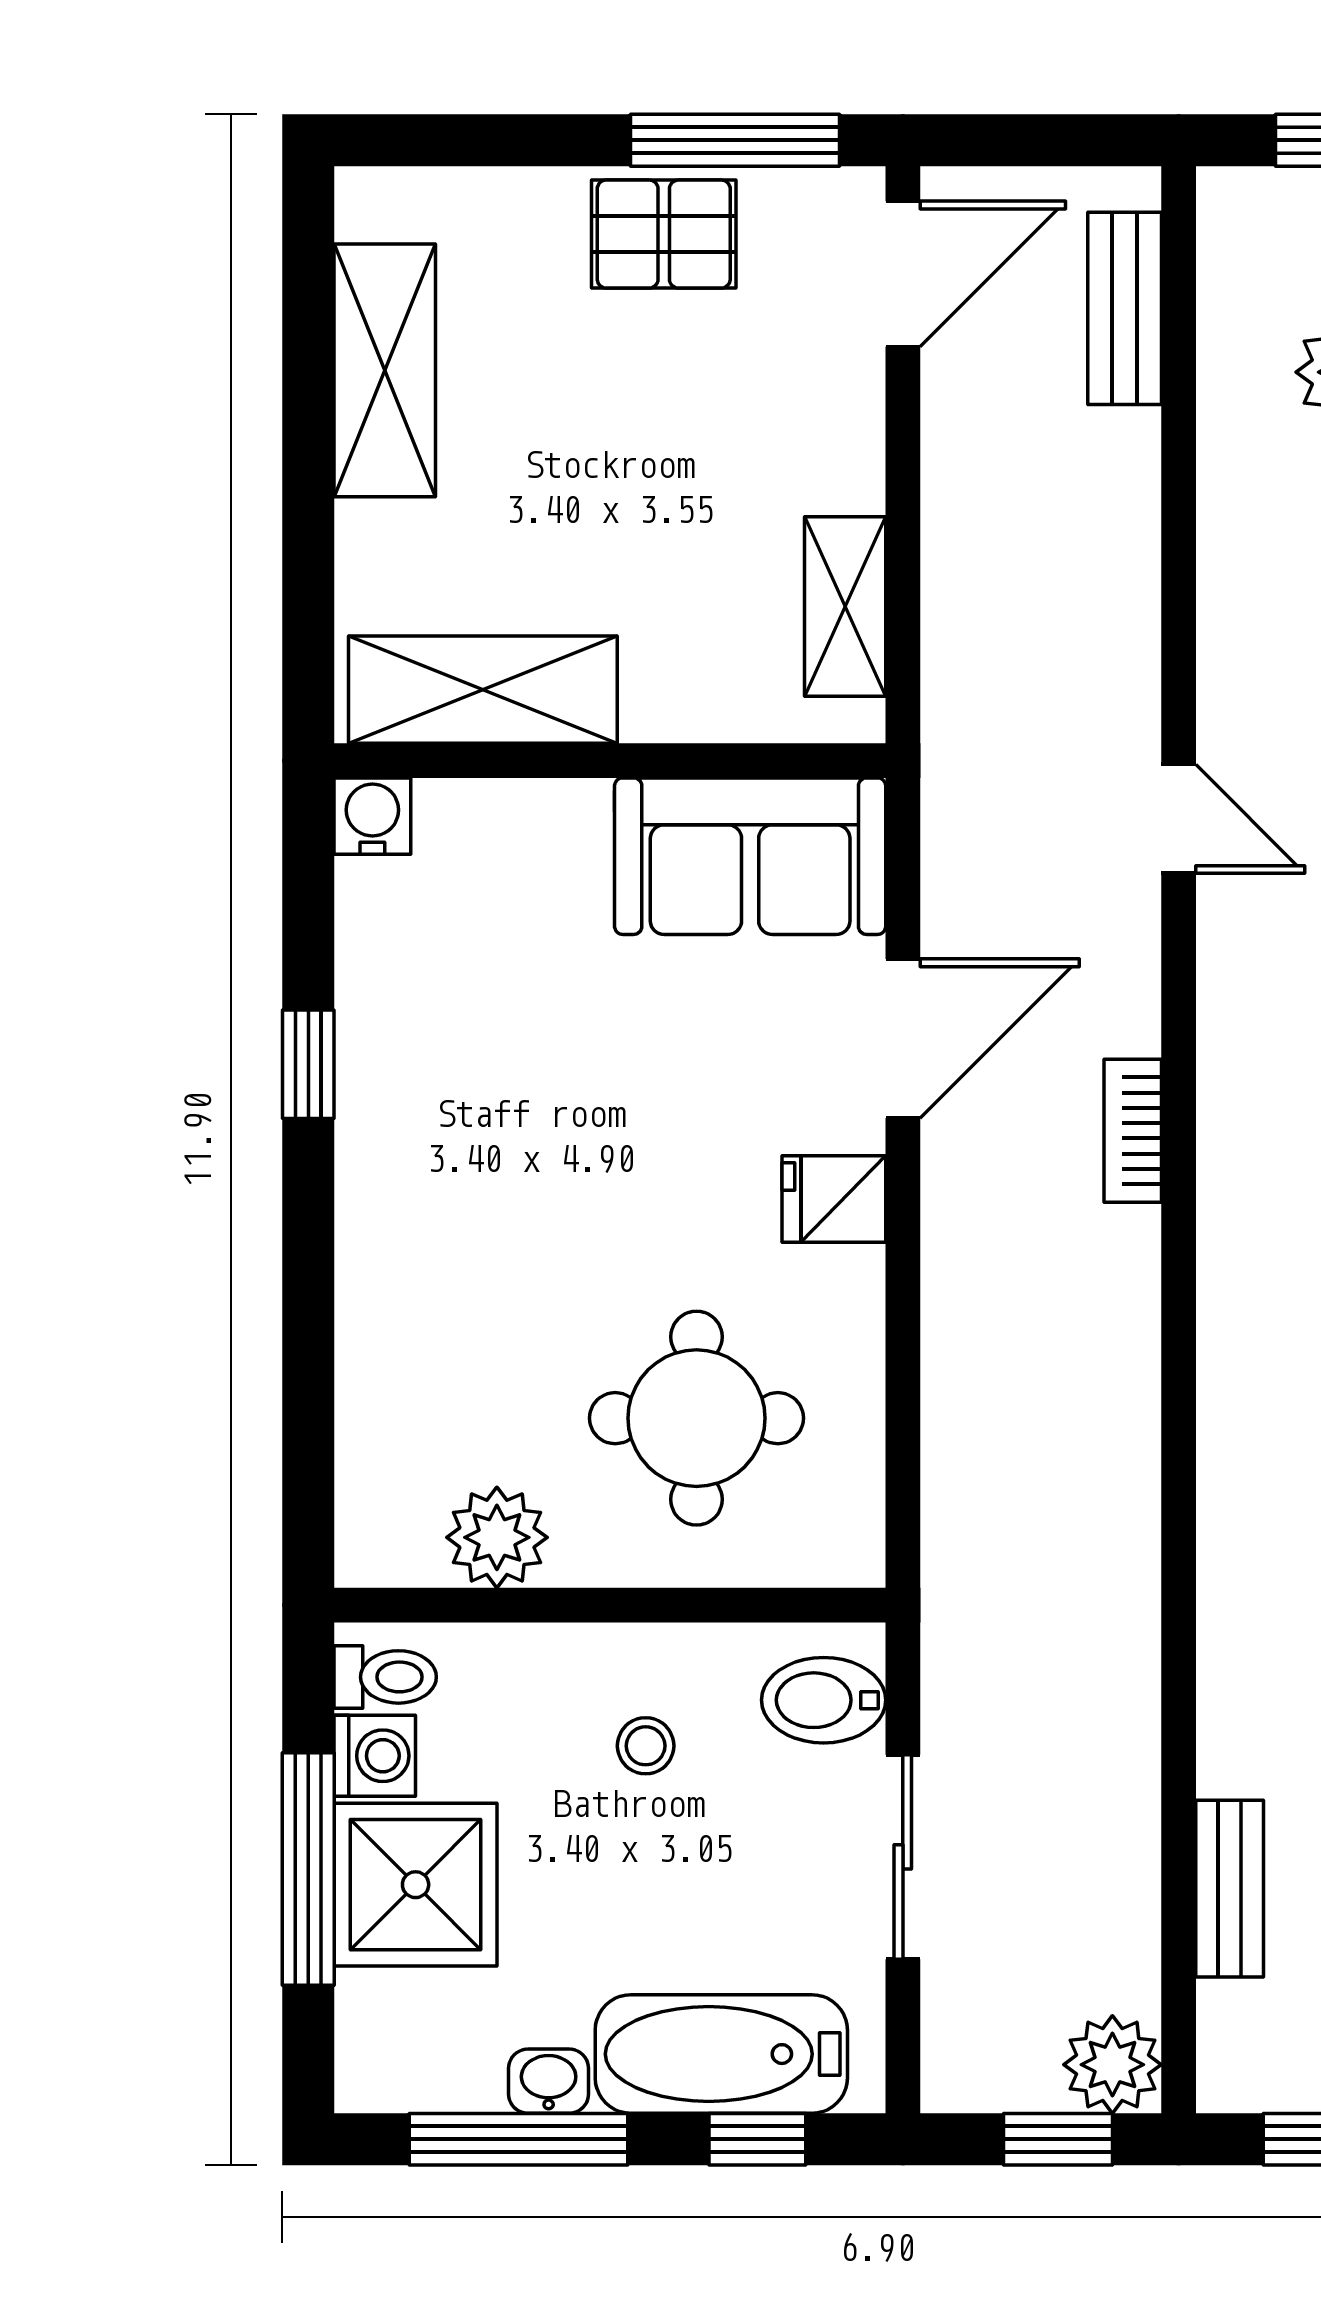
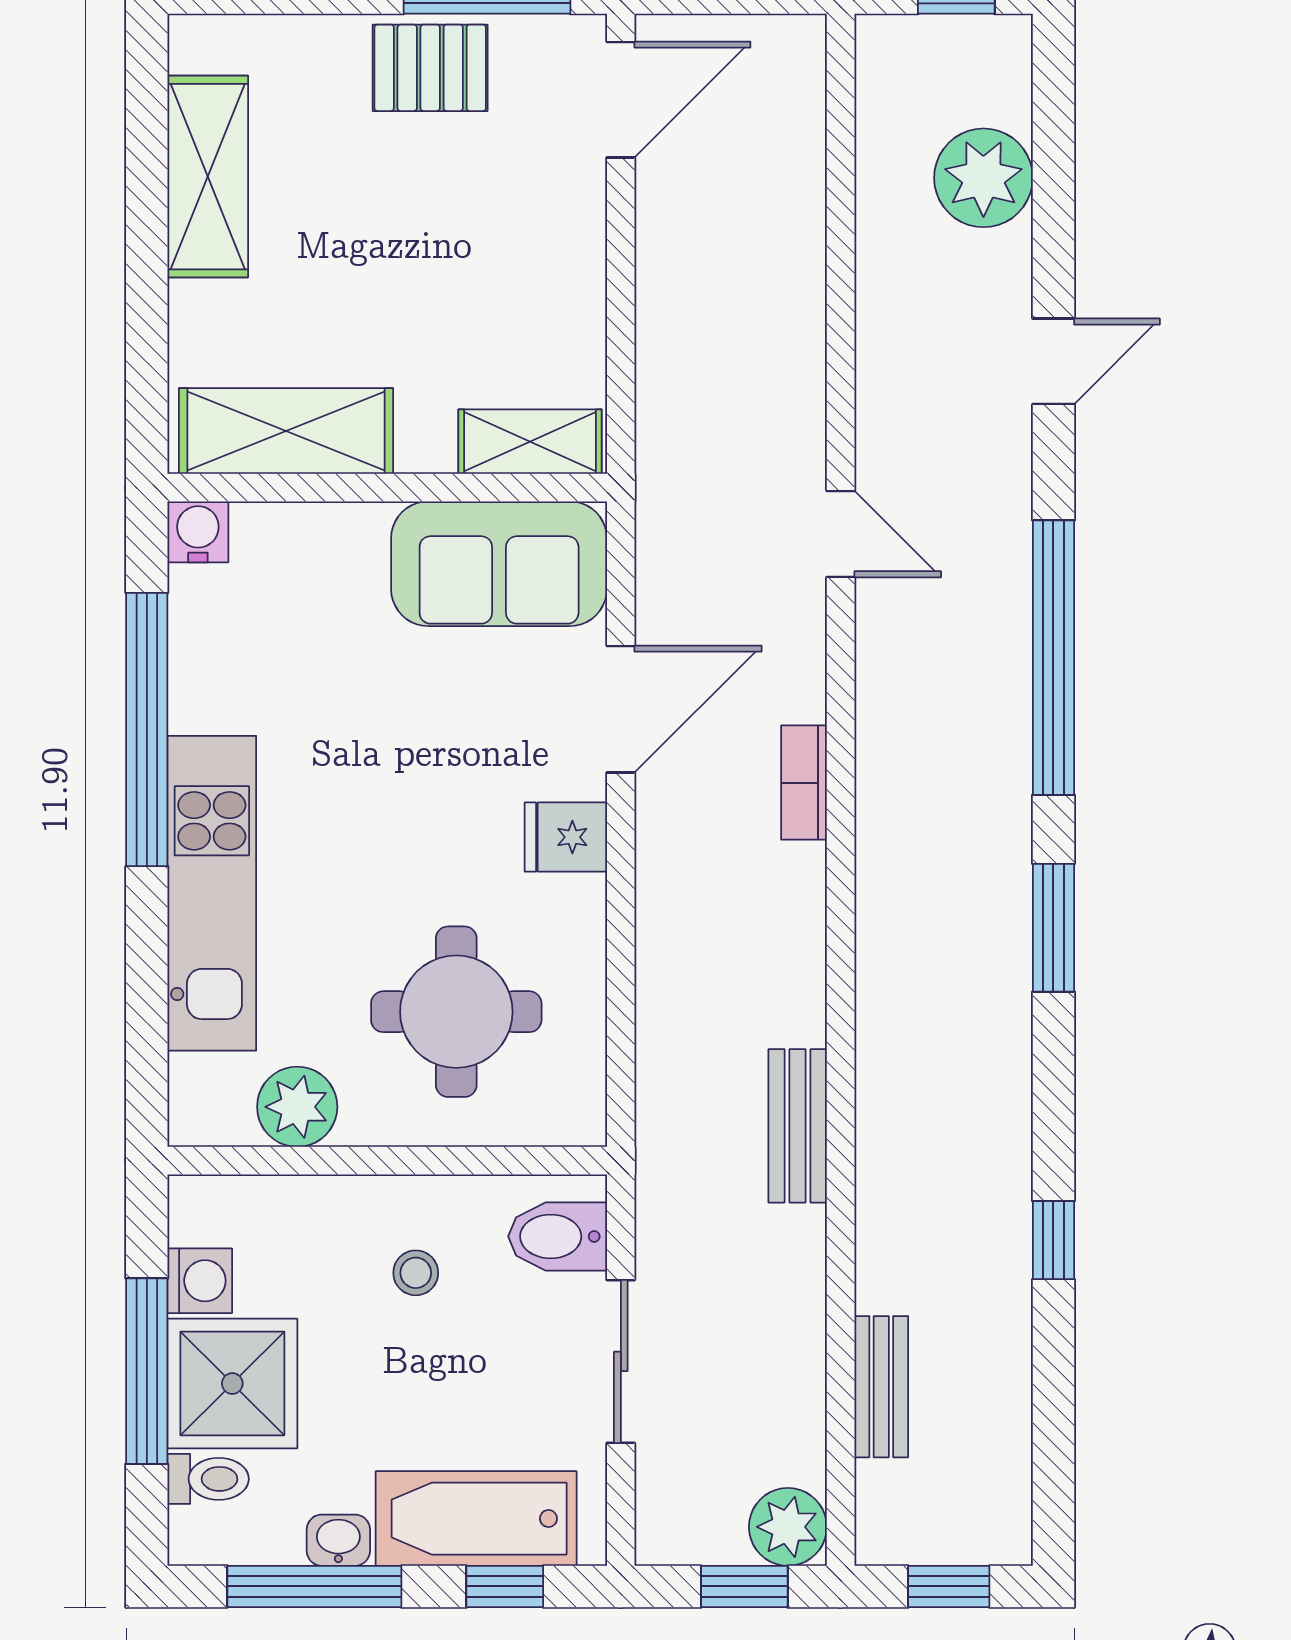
bench: (1125, 308) -> (798, 1126), moved
shelving: (845, 607) -> (530, 442), moved, turned 90
window: (308, 1064) -> (147, 730), width x3.17
kitchen unit: (390, 1270) -> (212, 893), added
toilet: (385, 1677) -> (208, 1479), moved

